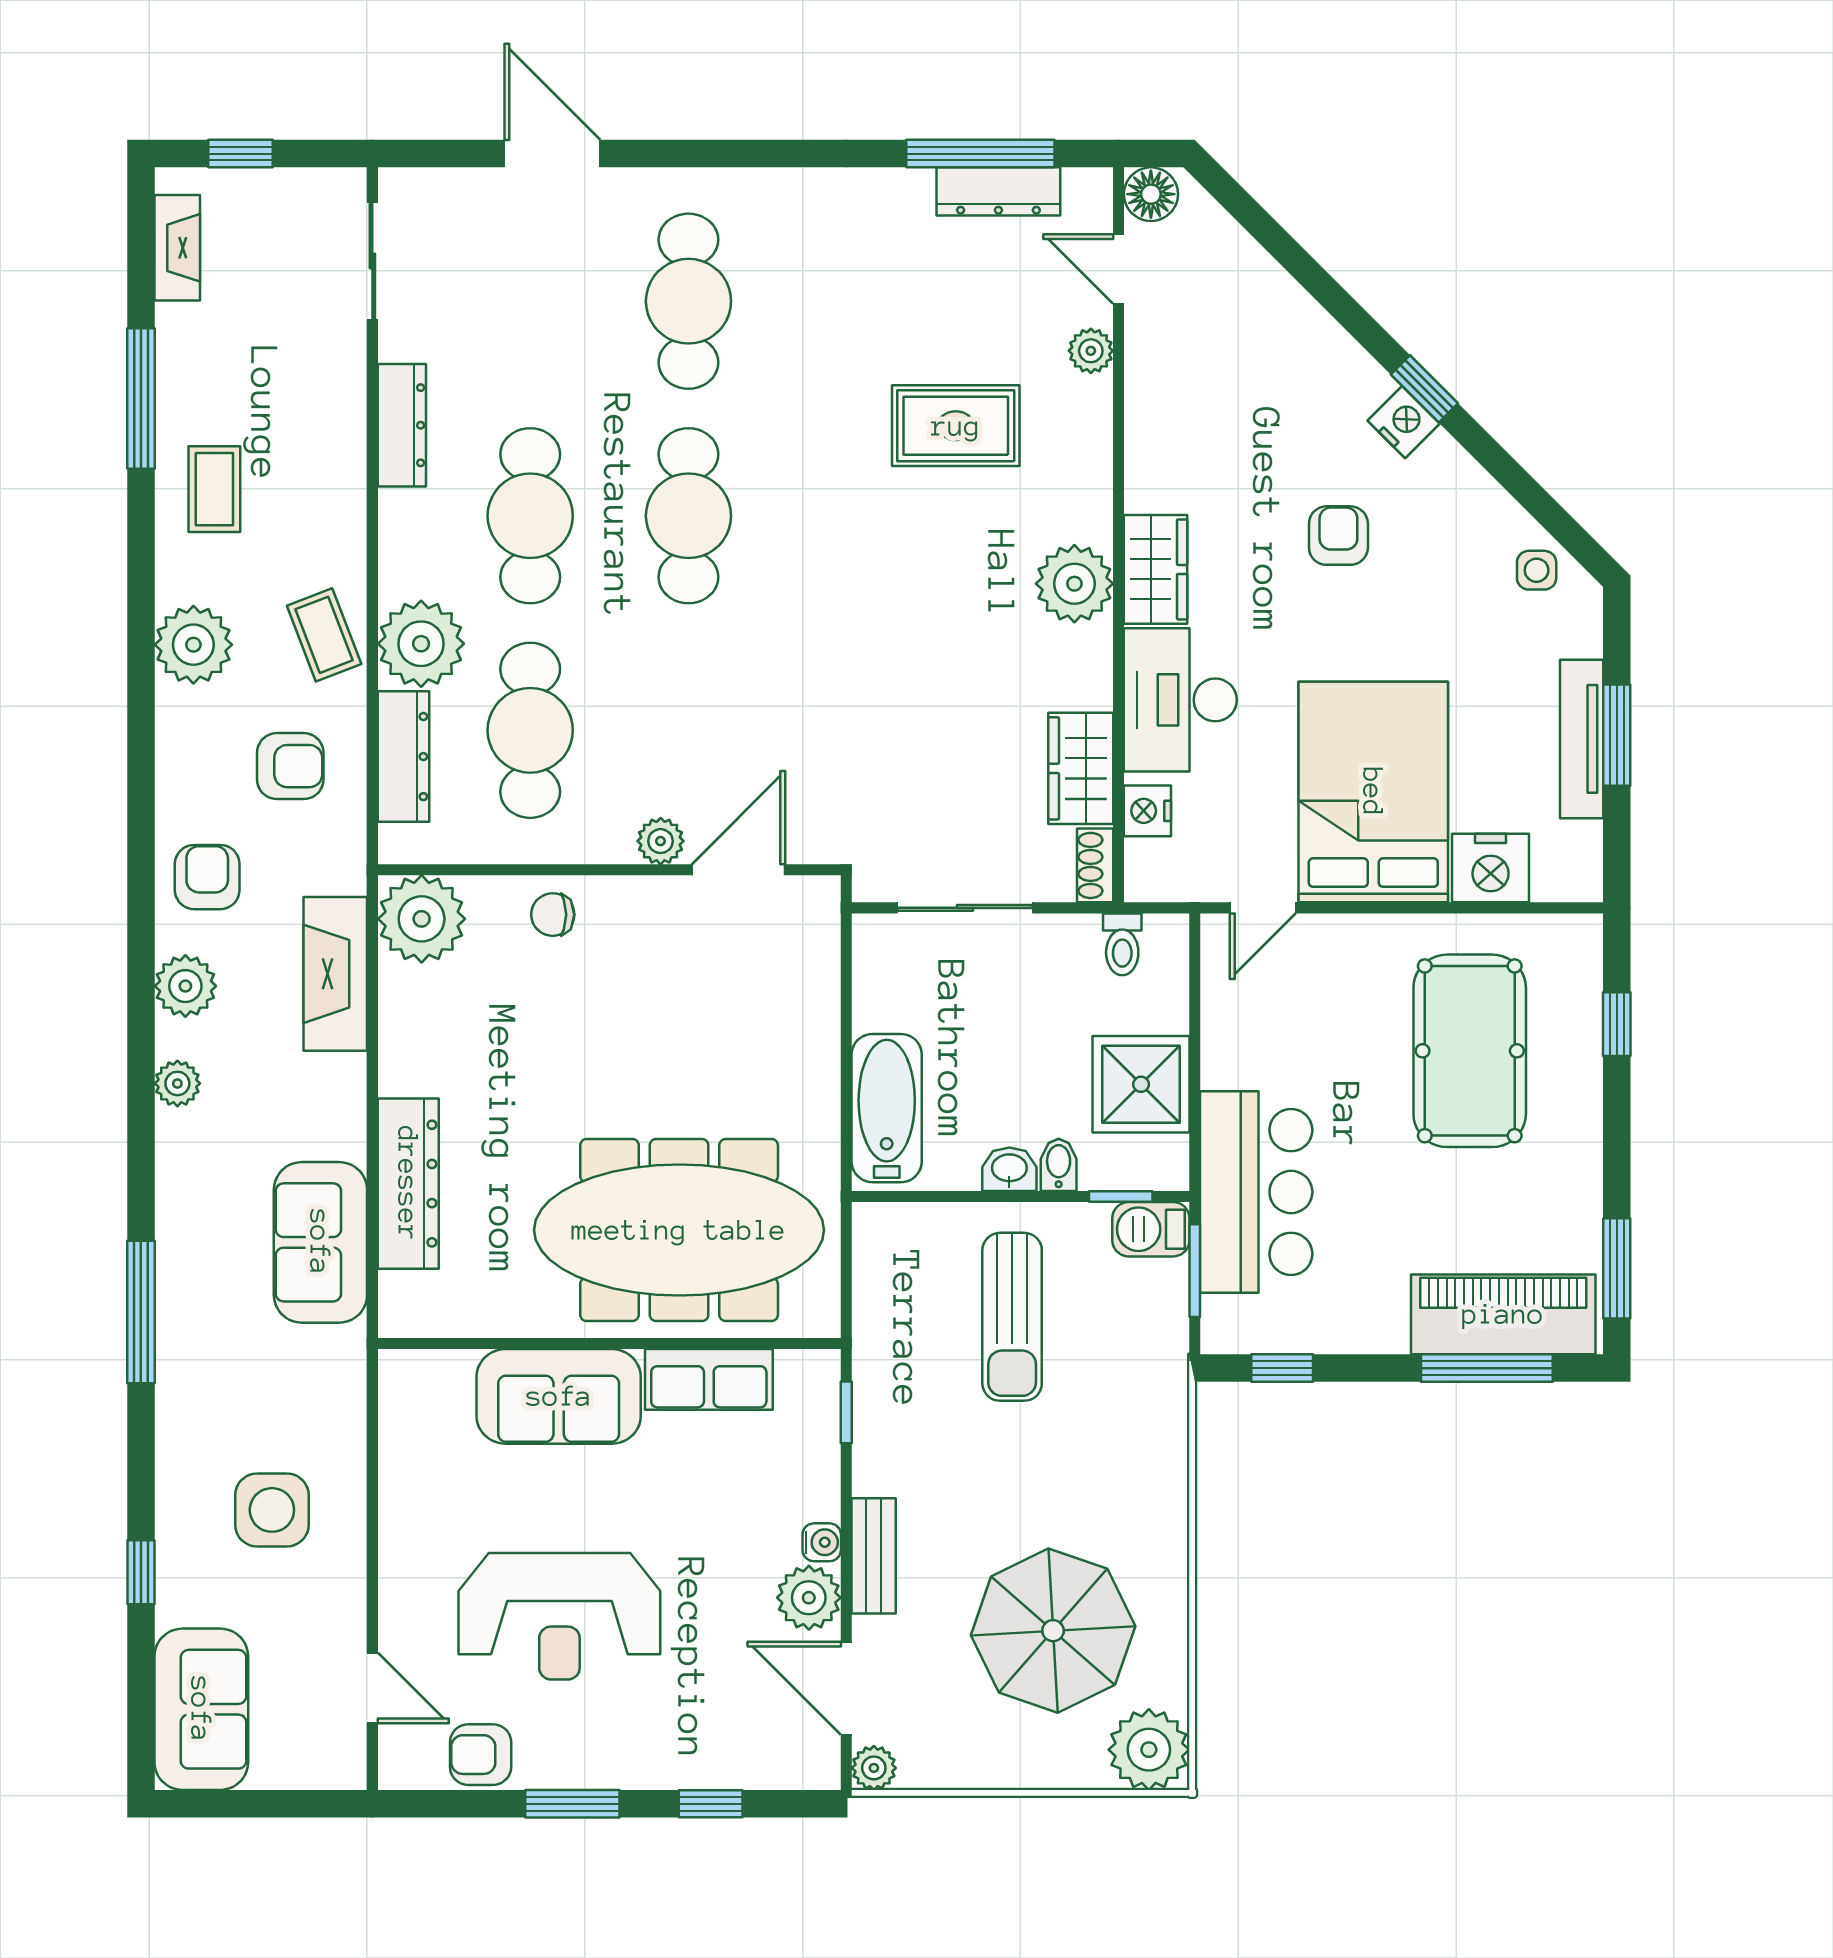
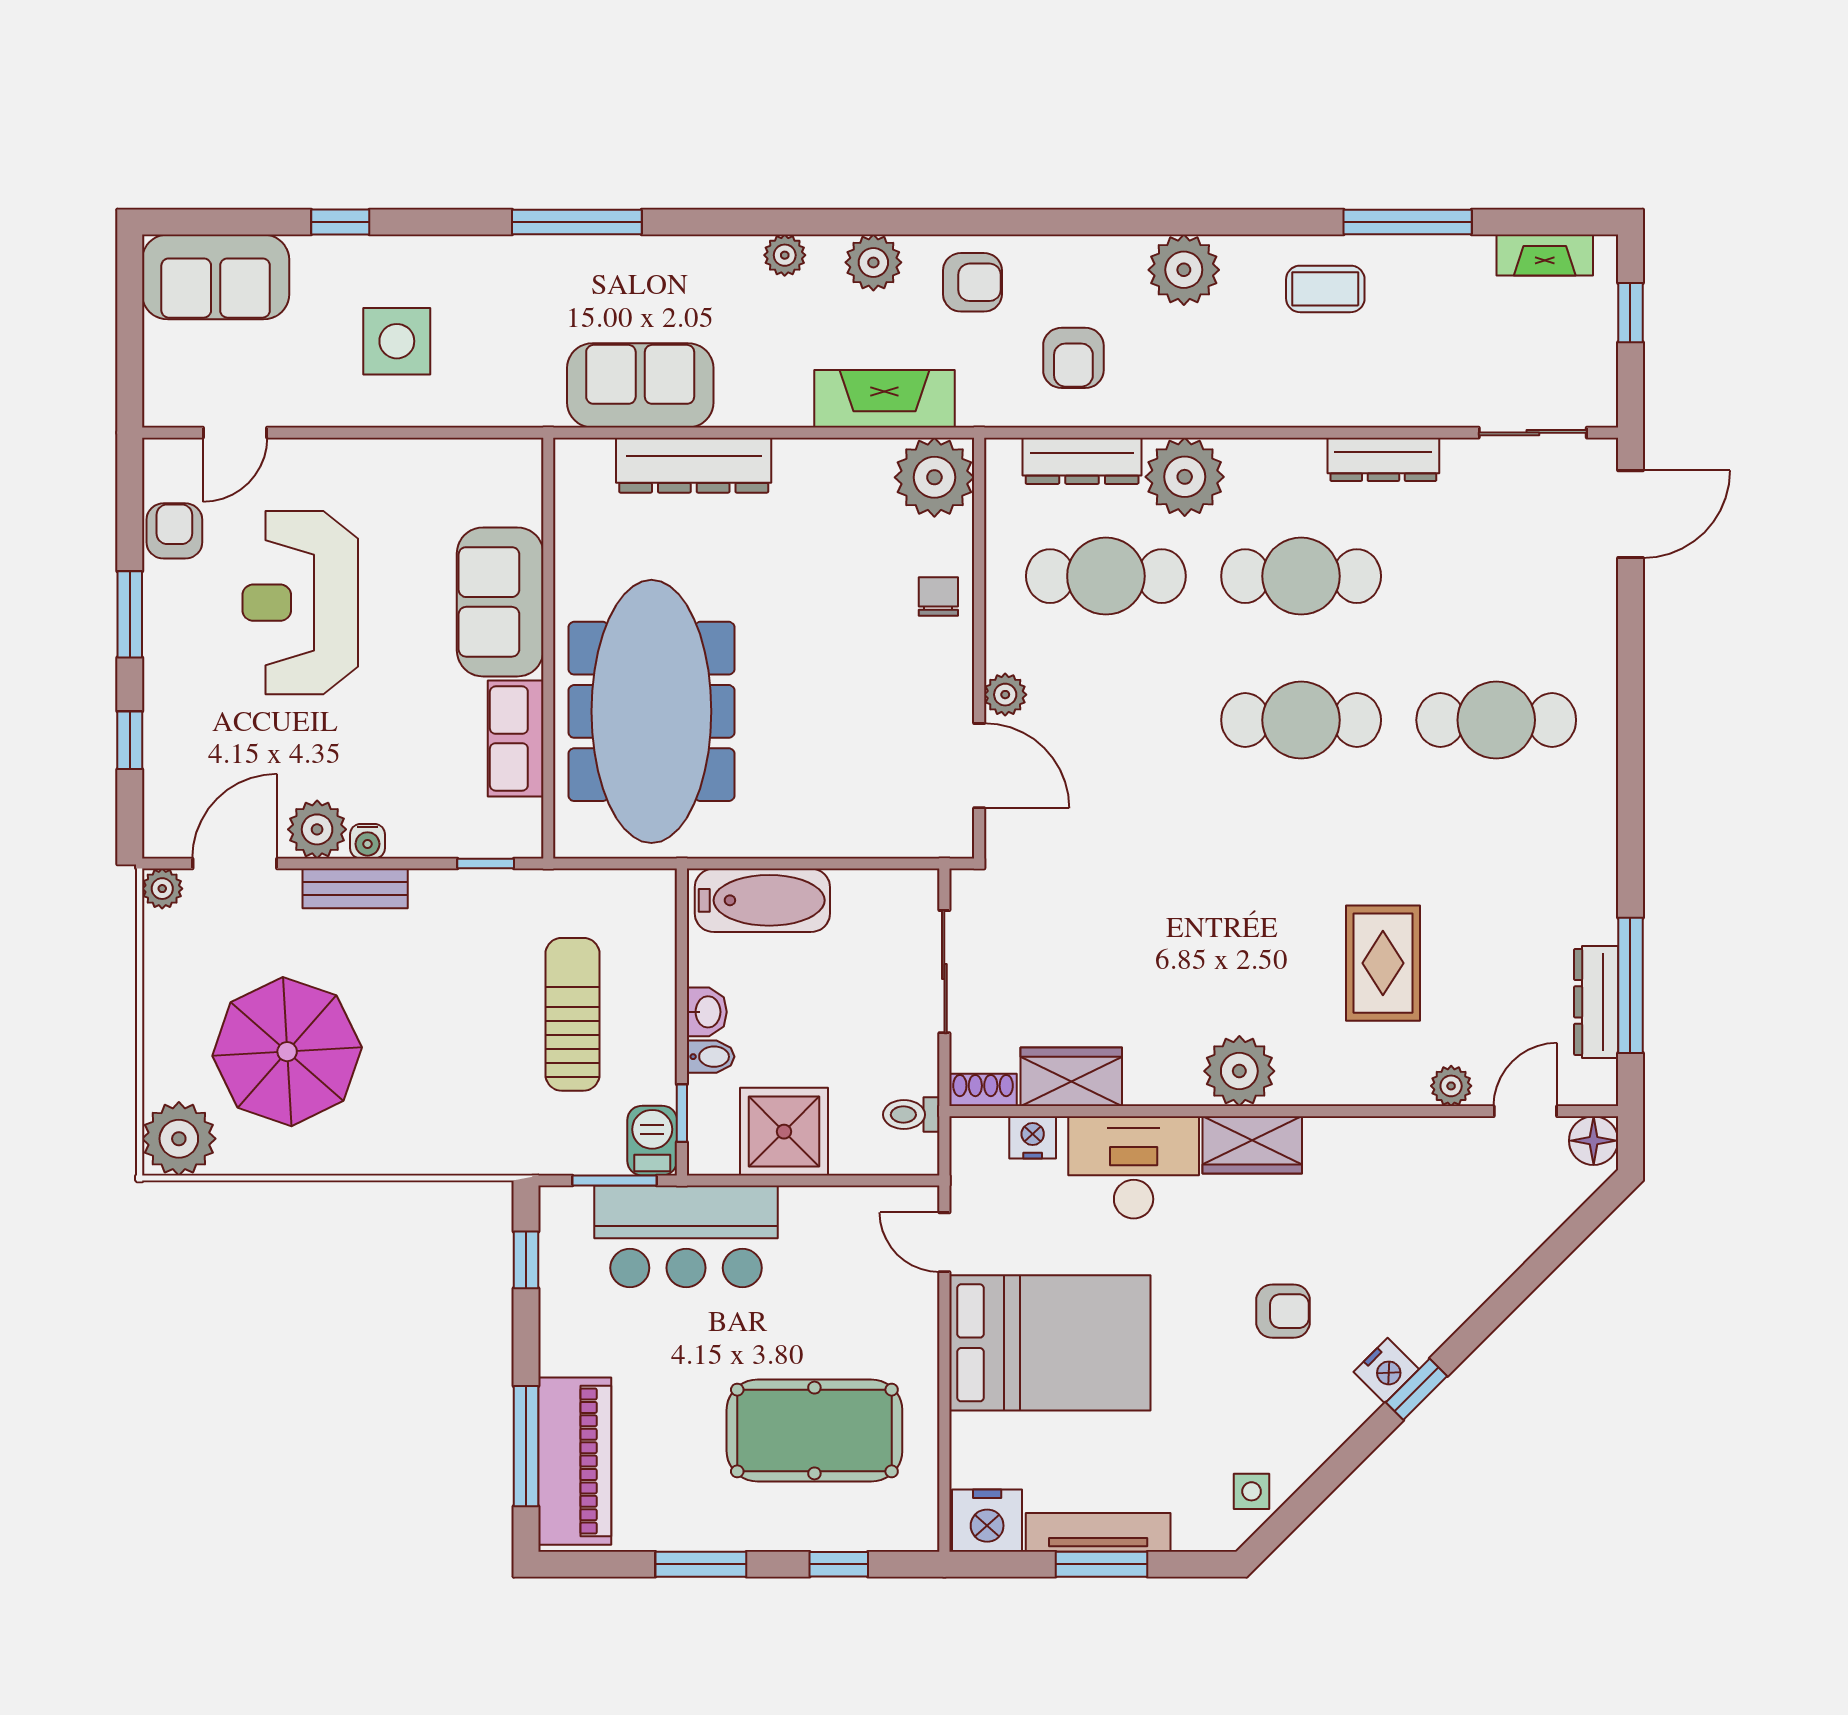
door: (552, 154) -> (1630, 514), moved
coffee table: (324, 635) -> (1193, 389), removed
nightstand: (1491, 868) -> (987, 1521), moved, turned -90
window: (1617, 1268) -> (701, 1564), moved
sun lounger: (1012, 1317) -> (573, 1014), turned 90

